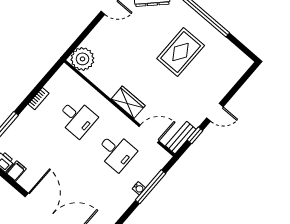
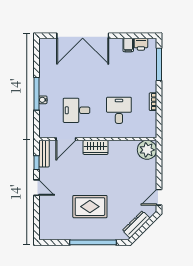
rug: (181, 52) -> (90, 207), turned 90
door: (215, 112) -> (36, 188), swing flipped
desk: (77, 118) -> (119, 110), turned 90
window: (151, 187) -> (36, 94), moved

